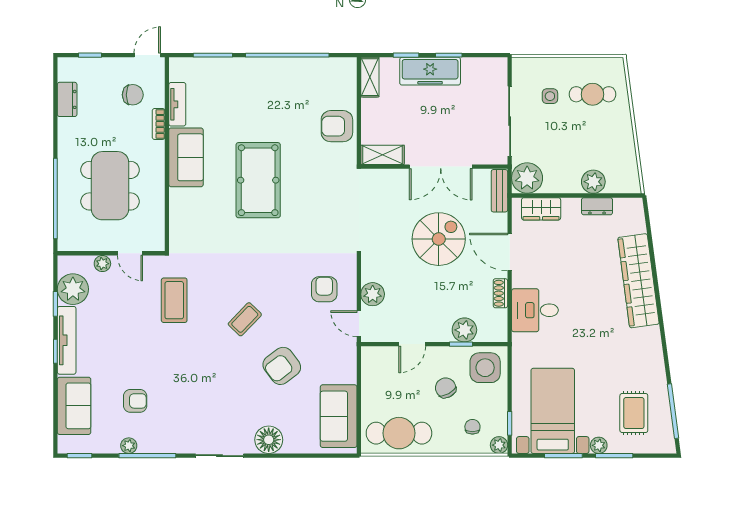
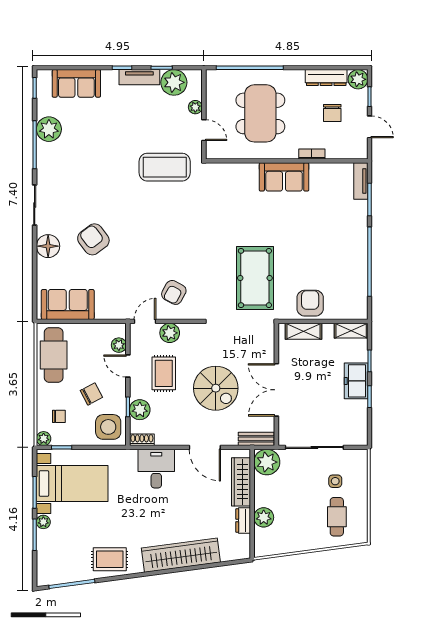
door: (147, 55) -> (370, 127), moved
plant: (69, 69) -> (358, 79), added
freezer: (430, 71) -> (356, 381), width x0.71
chair: (133, 95) -> (332, 113), moved
dresser: (67, 99) -> (326, 78), width x1.44
tv unit: (177, 104) -> (361, 181), moved, turned 90
shelving: (383, 155) -> (304, 331), moved, turned 90
pool table: (258, 180) -> (255, 278), moved, turned 90
dining table: (110, 186) -> (260, 113), turned 90
wardrobe: (541, 209) -> (241, 482), width x1.50
door: (510, 252) -> (205, 447), swing flipped
door: (130, 253) -> (204, 130), swing flipped
armchair: (324, 289) -> (174, 292), turned 118
shoe rack: (500, 293) -> (142, 440), moved
coffee table: (174, 300) -> (165, 167), width x1.36, depth x1.32
rug: (421, 301) -> (164, 373), added
coffee table: (245, 319) -> (149, 226), removed
tv unit: (67, 340) -> (139, 77), width x0.71
plant: (387, 355) -> (119, 345), added
armchair: (282, 366) -> (93, 239), moved
armchair: (135, 401) -> (80, 134), removed
rug: (634, 413) -> (110, 559), moved
plant: (129, 446) -> (49, 129), width x1.87, depth x1.87

